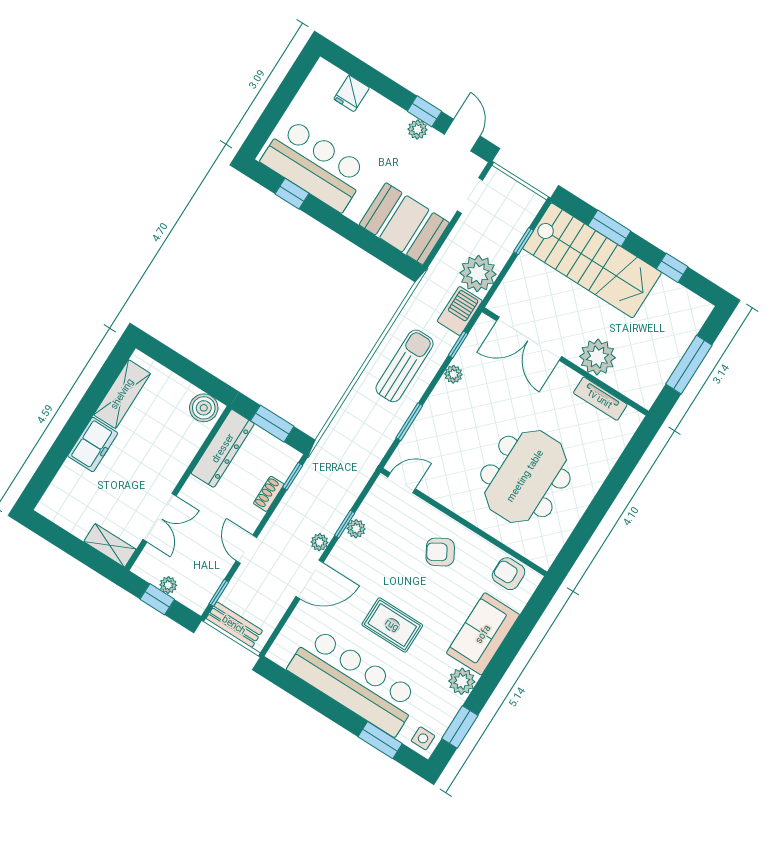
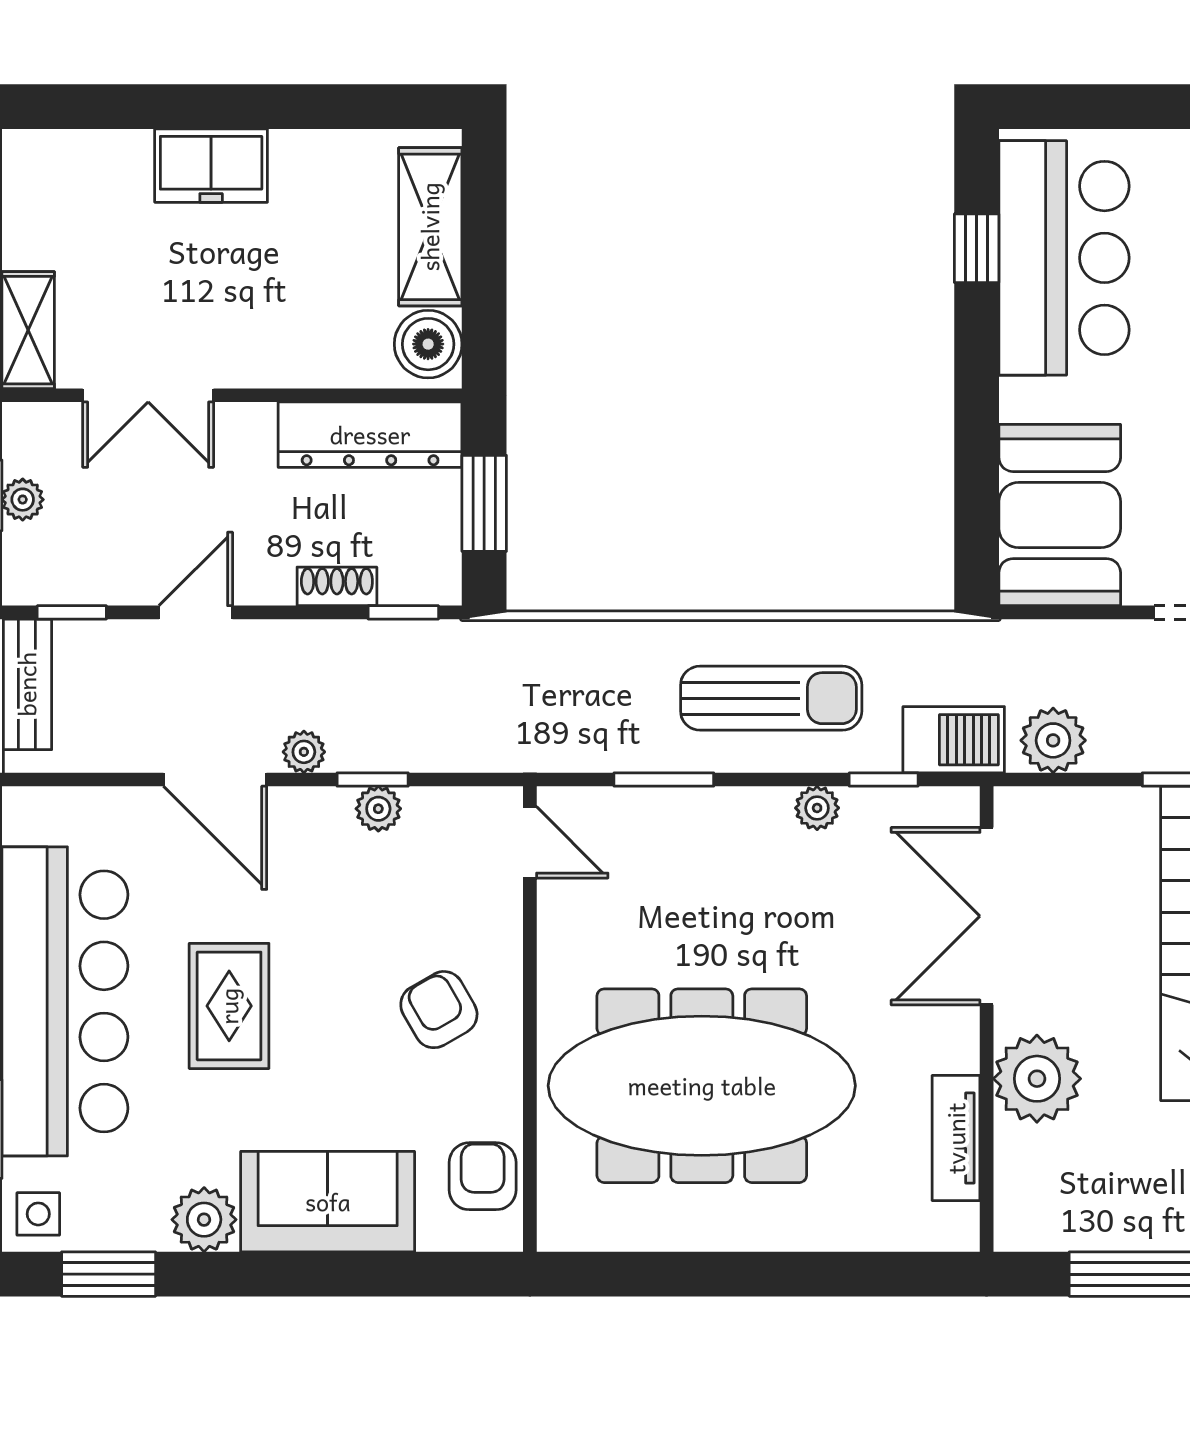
plant: (478, 274) -> (1053, 740), width x0.73, depth x0.73
shelving: (122, 394) -> (430, 227), moved, turned 90
meeting table: (525, 476) -> (702, 1086), width x1.36

